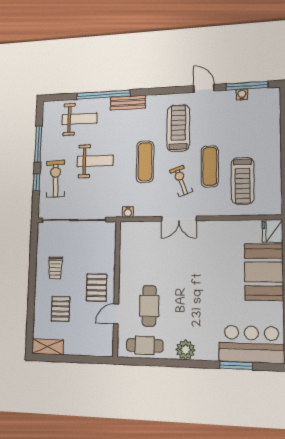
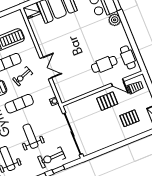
trolley: (55, 268) -> (135, 87), moved
plant: (186, 350) -> (115, 20), moved

